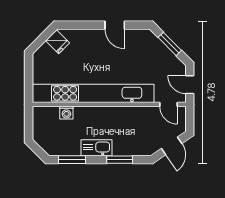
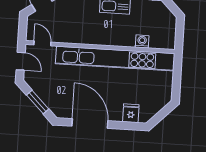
door: (115, 25) -> (90, 123), width x1.88
fridge: (58, 42) -> (131, 113), moved, turned 45

